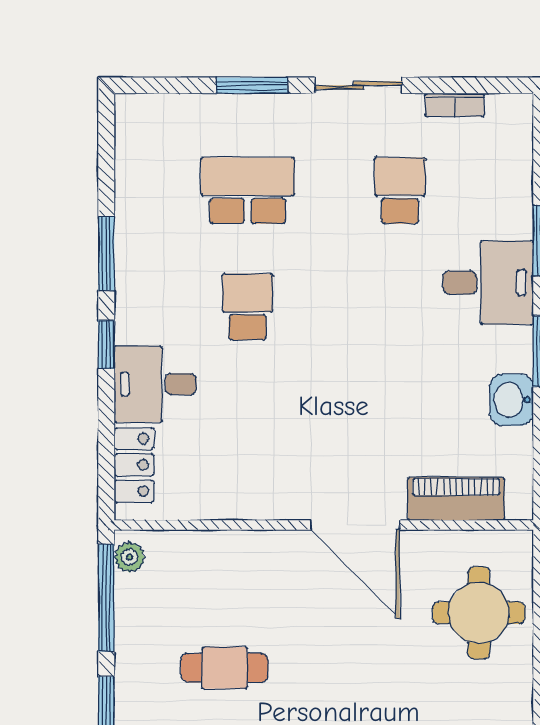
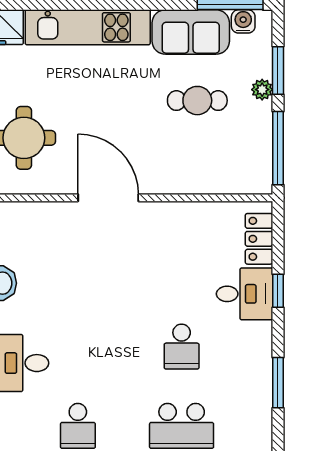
window: (106, 345) -> (278, 291), moved
piano: (456, 499) -> (39, 216), removed
plant: (129, 557) -> (262, 90), moved

